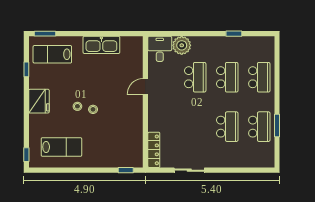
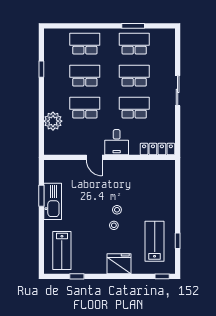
window: (45, 34) -> (41, 196), moved
desk: (160, 49) -> (117, 142), moved, turned -90
fridge: (39, 101) -> (119, 264), moved
school desk: (195, 127) -> (134, 108), added
window: (126, 170) -> (178, 241), moved
sliding door: (189, 170) -> (178, 91), moved

